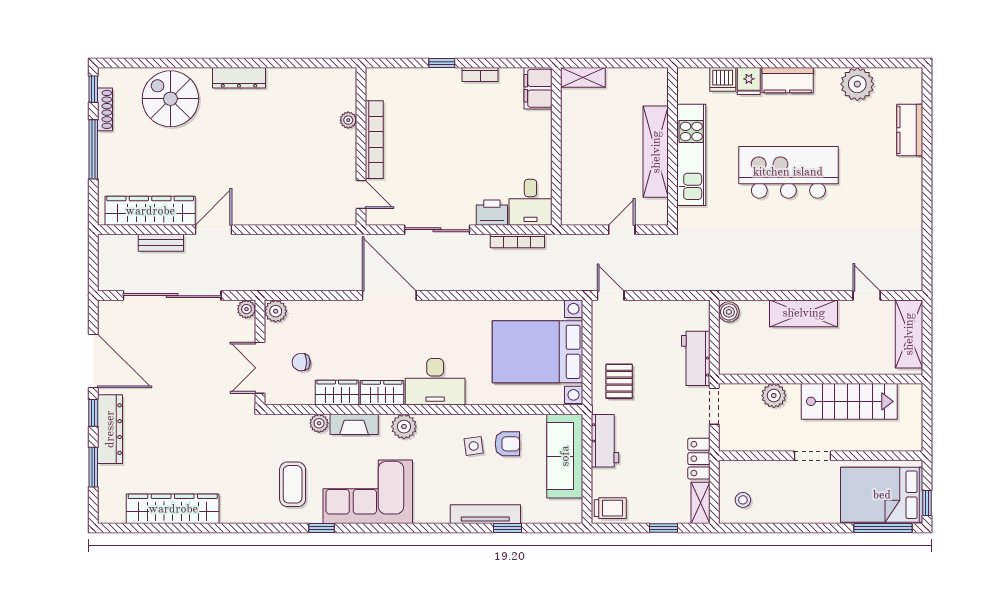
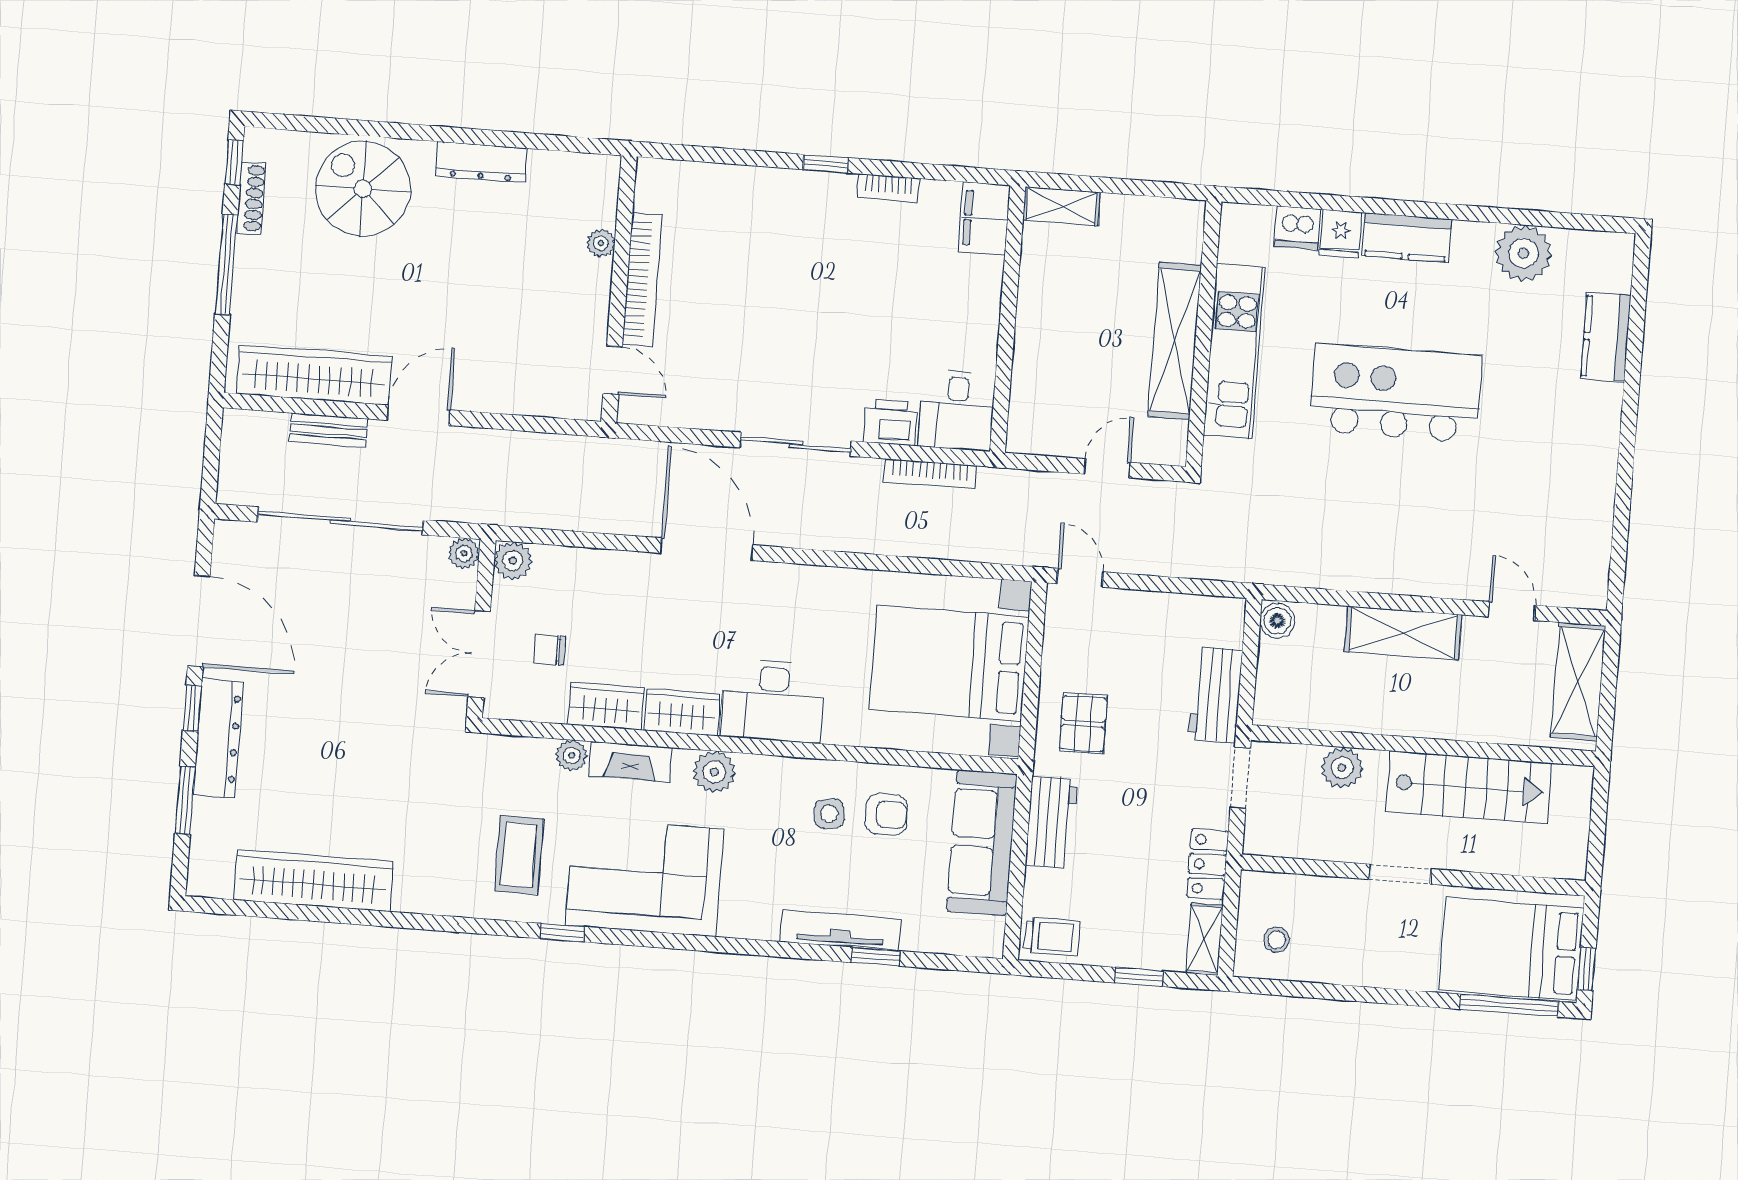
plant: (348, 120) -> (601, 243), moved
bookcase: (374, 140) -> (642, 279), moved
wall: (361, 146) -> (619, 289), moved
door: (361, 194) -> (613, 370), moved

